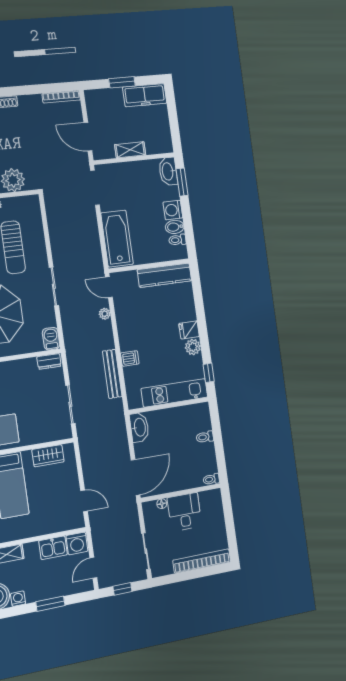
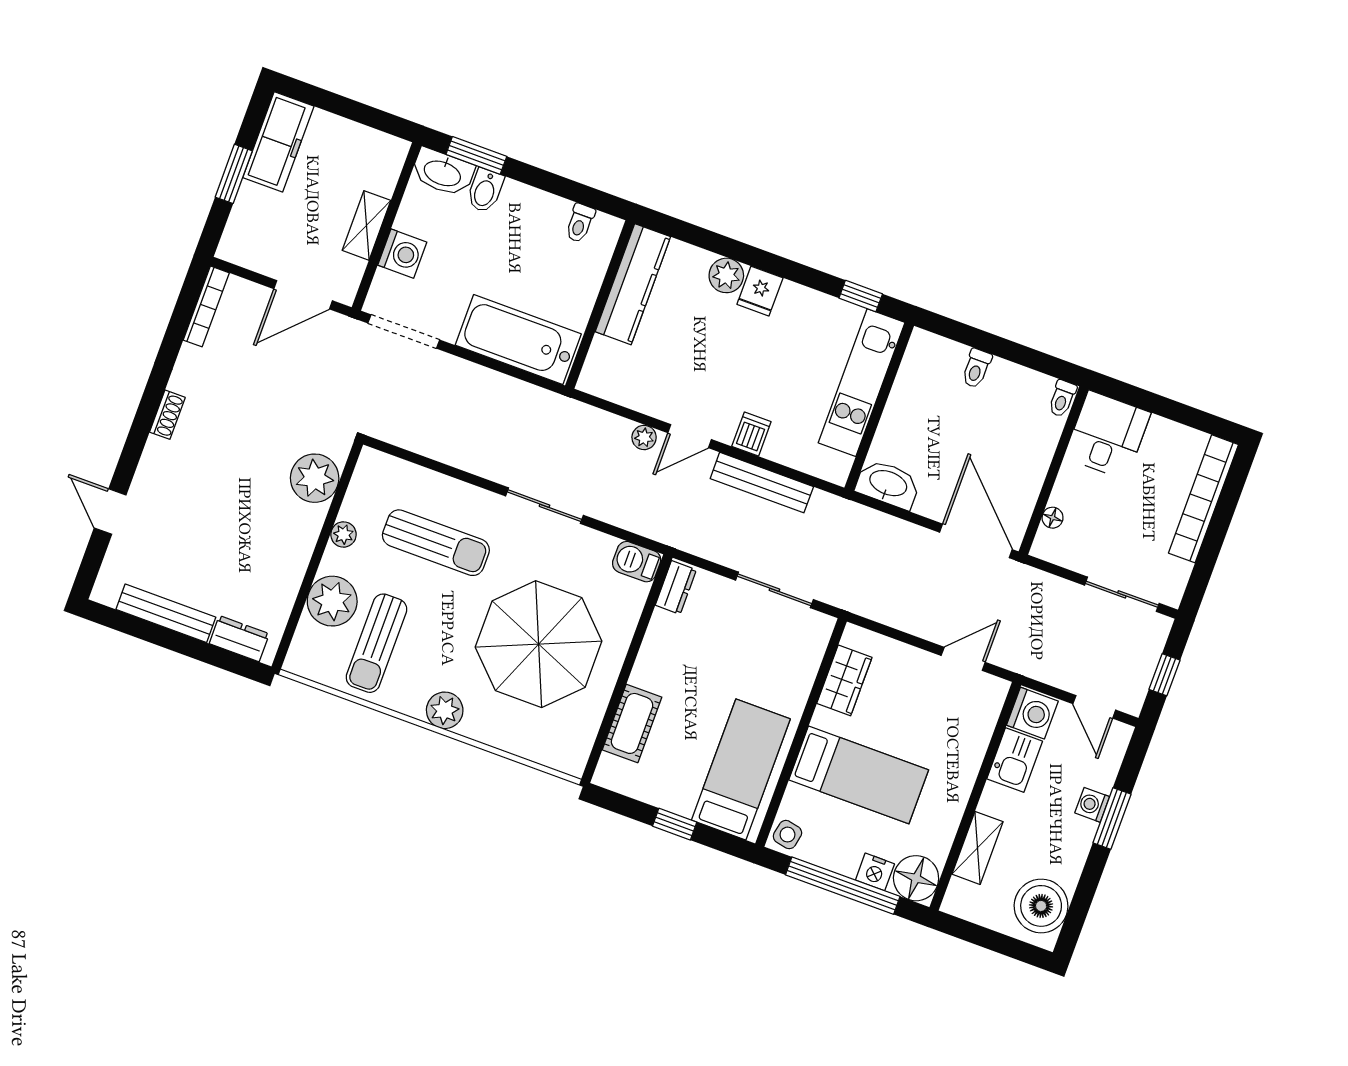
washing machine: (173, 210) -> (402, 254), moved, turned -90
bidet: (175, 227) -> (485, 191), moved
door: (109, 287) -> (690, 436), moved
plant: (193, 347) -> (726, 275), moved
desk: (184, 512) -> (1107, 435), moved, turned 90
washing machine: (18, 599) -> (1092, 805), moved

